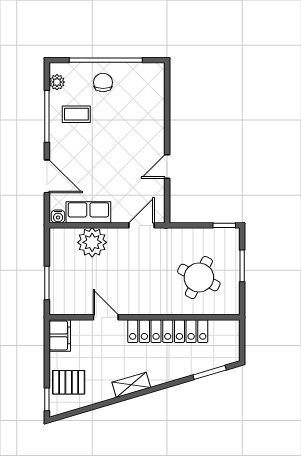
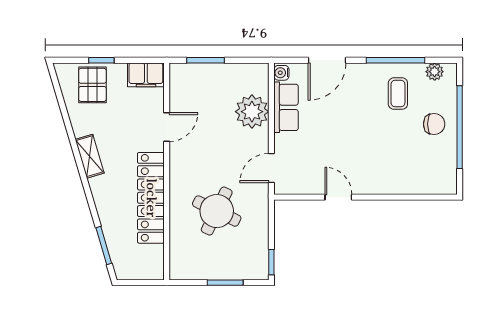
door: (142, 225) -> (271, 168), swing flipped
round table: (199, 278) -> (217, 211), moved
window: (47, 399) -> (101, 60), moved

